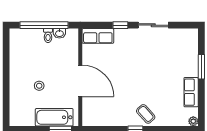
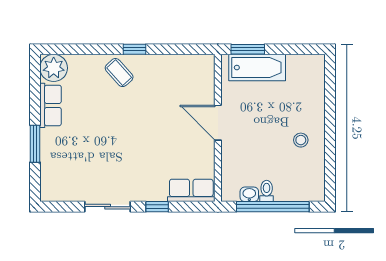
door: (80, 81) -> (218, 123), width x0.73
stool: (39, 86) -> (301, 140), moved
plant: (193, 121) -> (54, 68), width x1.88, depth x1.88

